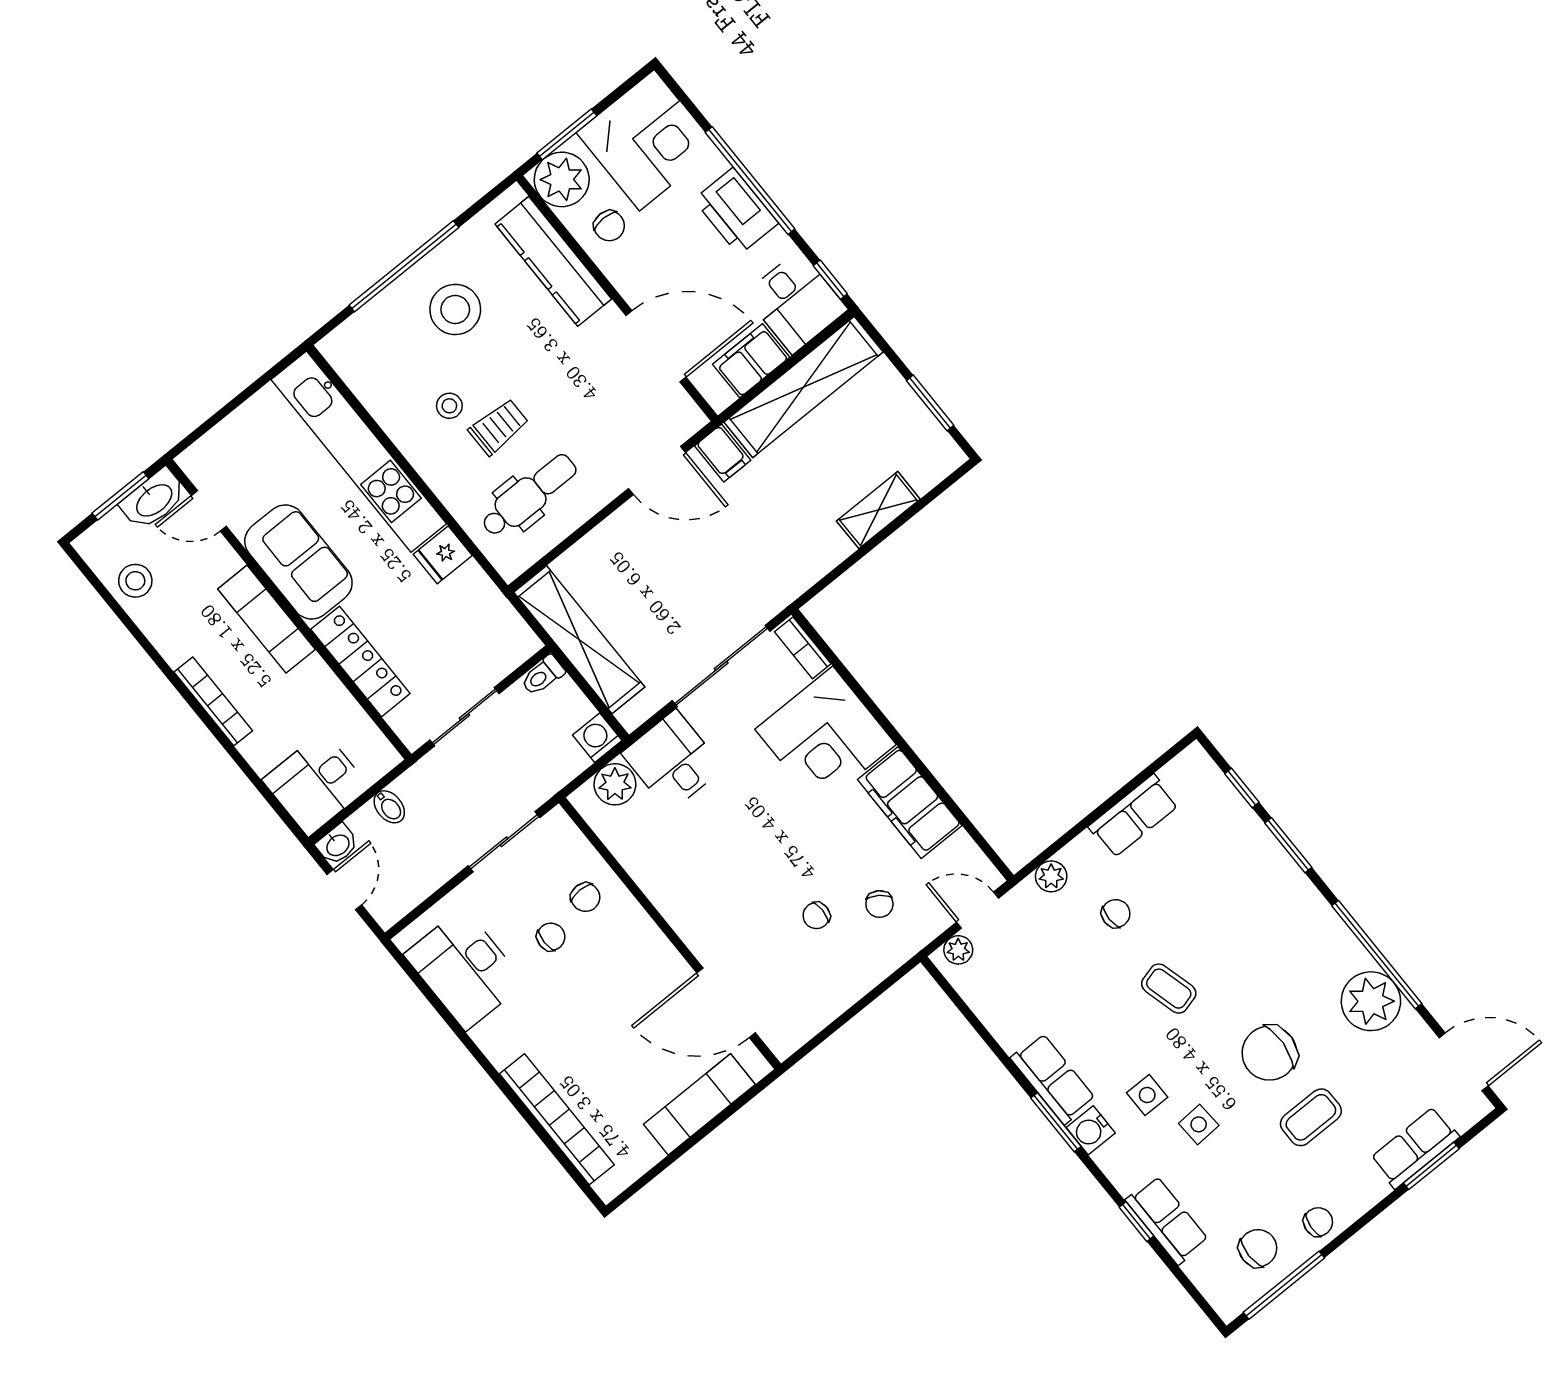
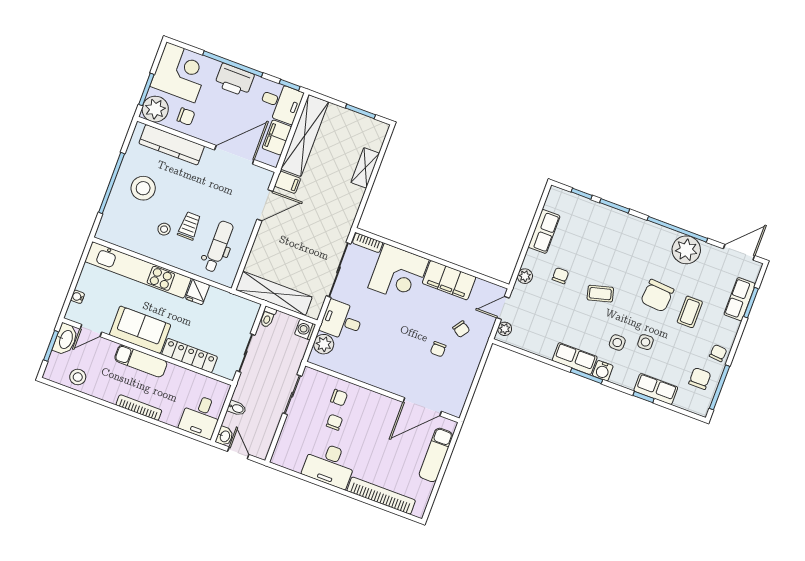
water cooler: (221, 436) -> (78, 297), added
desk: (465, 969) -> (329, 465), moved

